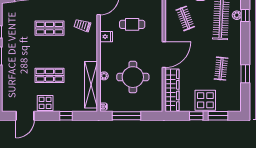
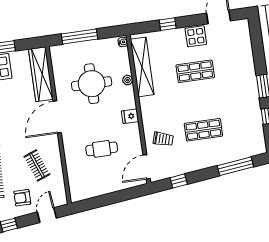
fridge: (106, 37) -> (130, 116), moved
window: (126, 116) -> (80, 37), moved

